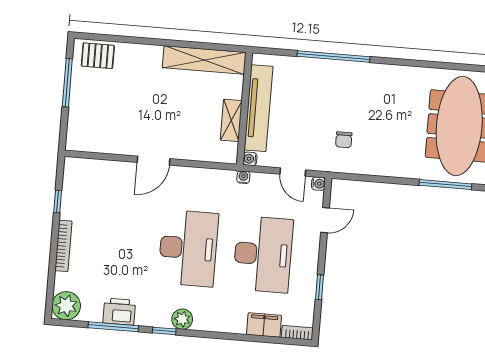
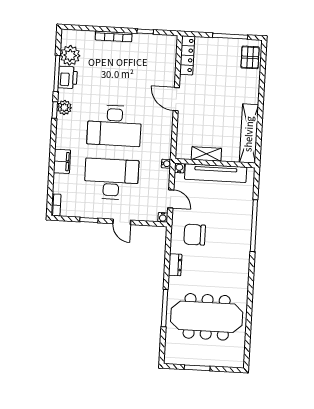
chair: (344, 140) -> (195, 235), width x1.87, depth x1.87
locker: (93, 144) -> (187, 55), added
dresser: (385, 168) -> (175, 265), added
door: (293, 172) -> (171, 199), swing flipped
door: (325, 220) -> (122, 222), moved
desk: (263, 254) -> (111, 179), turned 180
plant: (66, 306) -> (70, 55), moved
plant: (182, 319) -> (64, 107), moved
filing cabinet: (264, 325) -> (62, 161), moved

